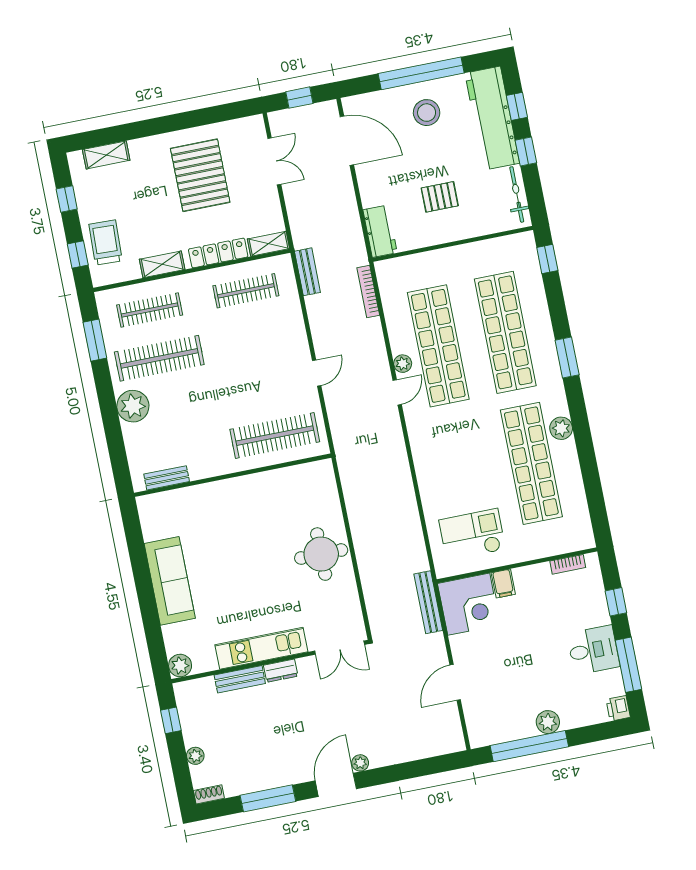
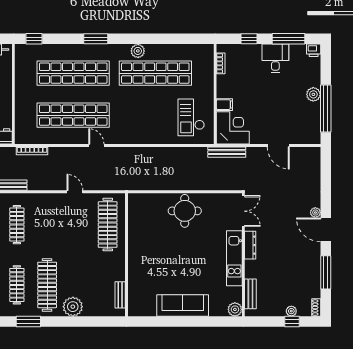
plant: (403, 364) -> (80, 139), removed
dresser: (281, 671) -> (250, 245), width x1.44
bench: (240, 679) -> (250, 294), moved
window: (171, 720) -> (292, 322), moved

